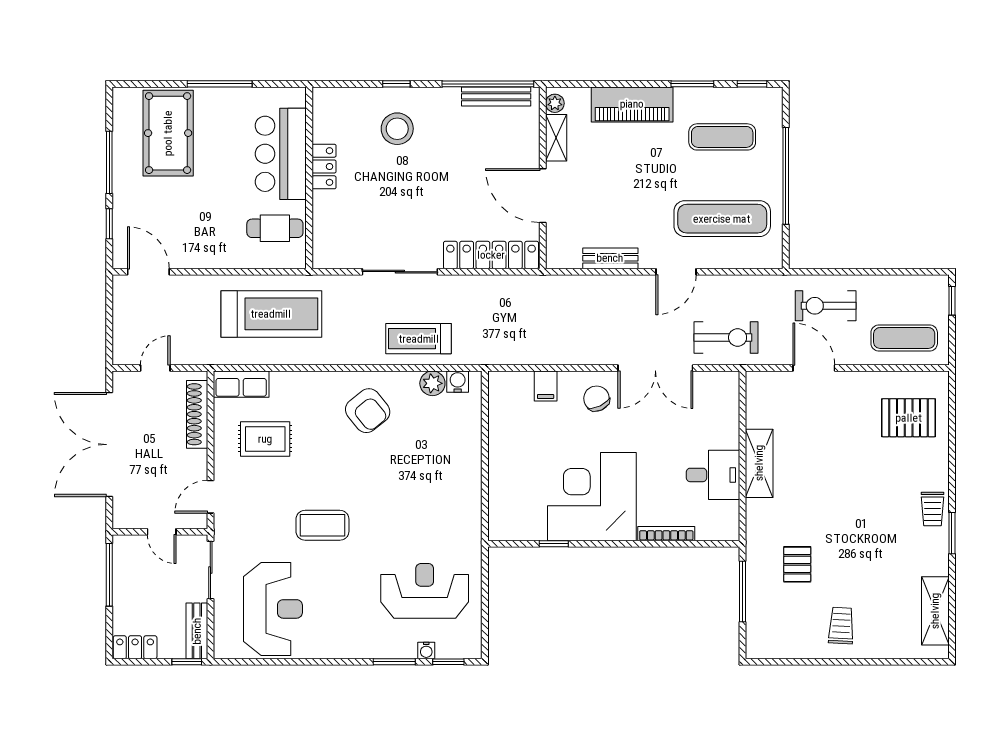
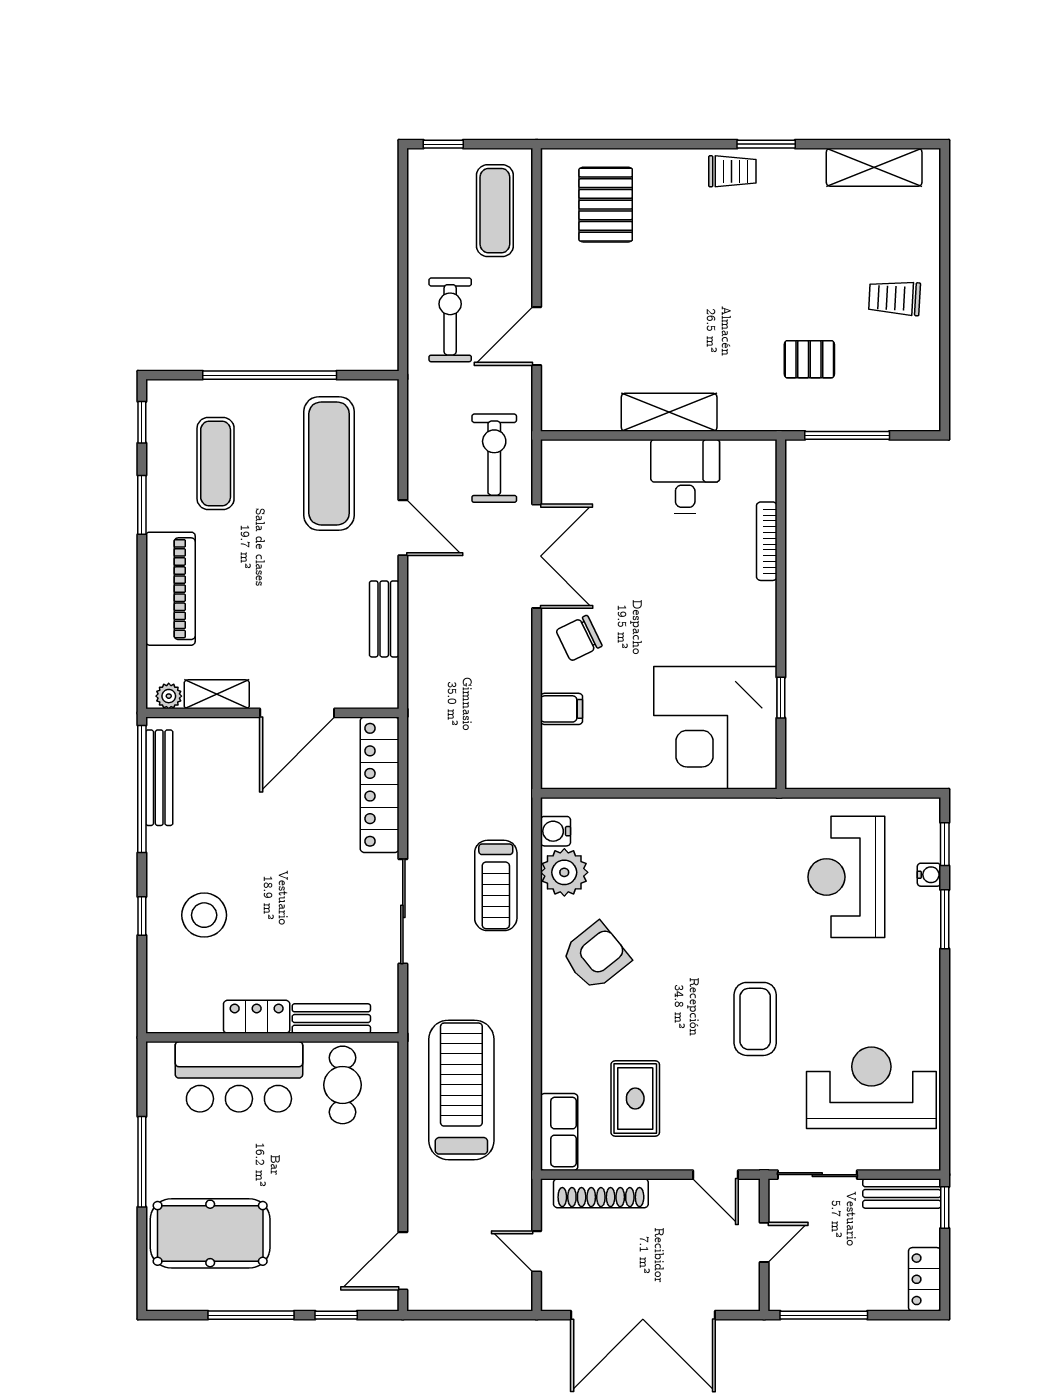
bench: (323, 220) -> (331, 1019), added
exercise bike: (826, 306) -> (450, 320), turned 180
plant: (432, 383) -> (564, 872), width x1.36, depth x1.36
corner desk: (592, 497) -> (715, 728), moved

